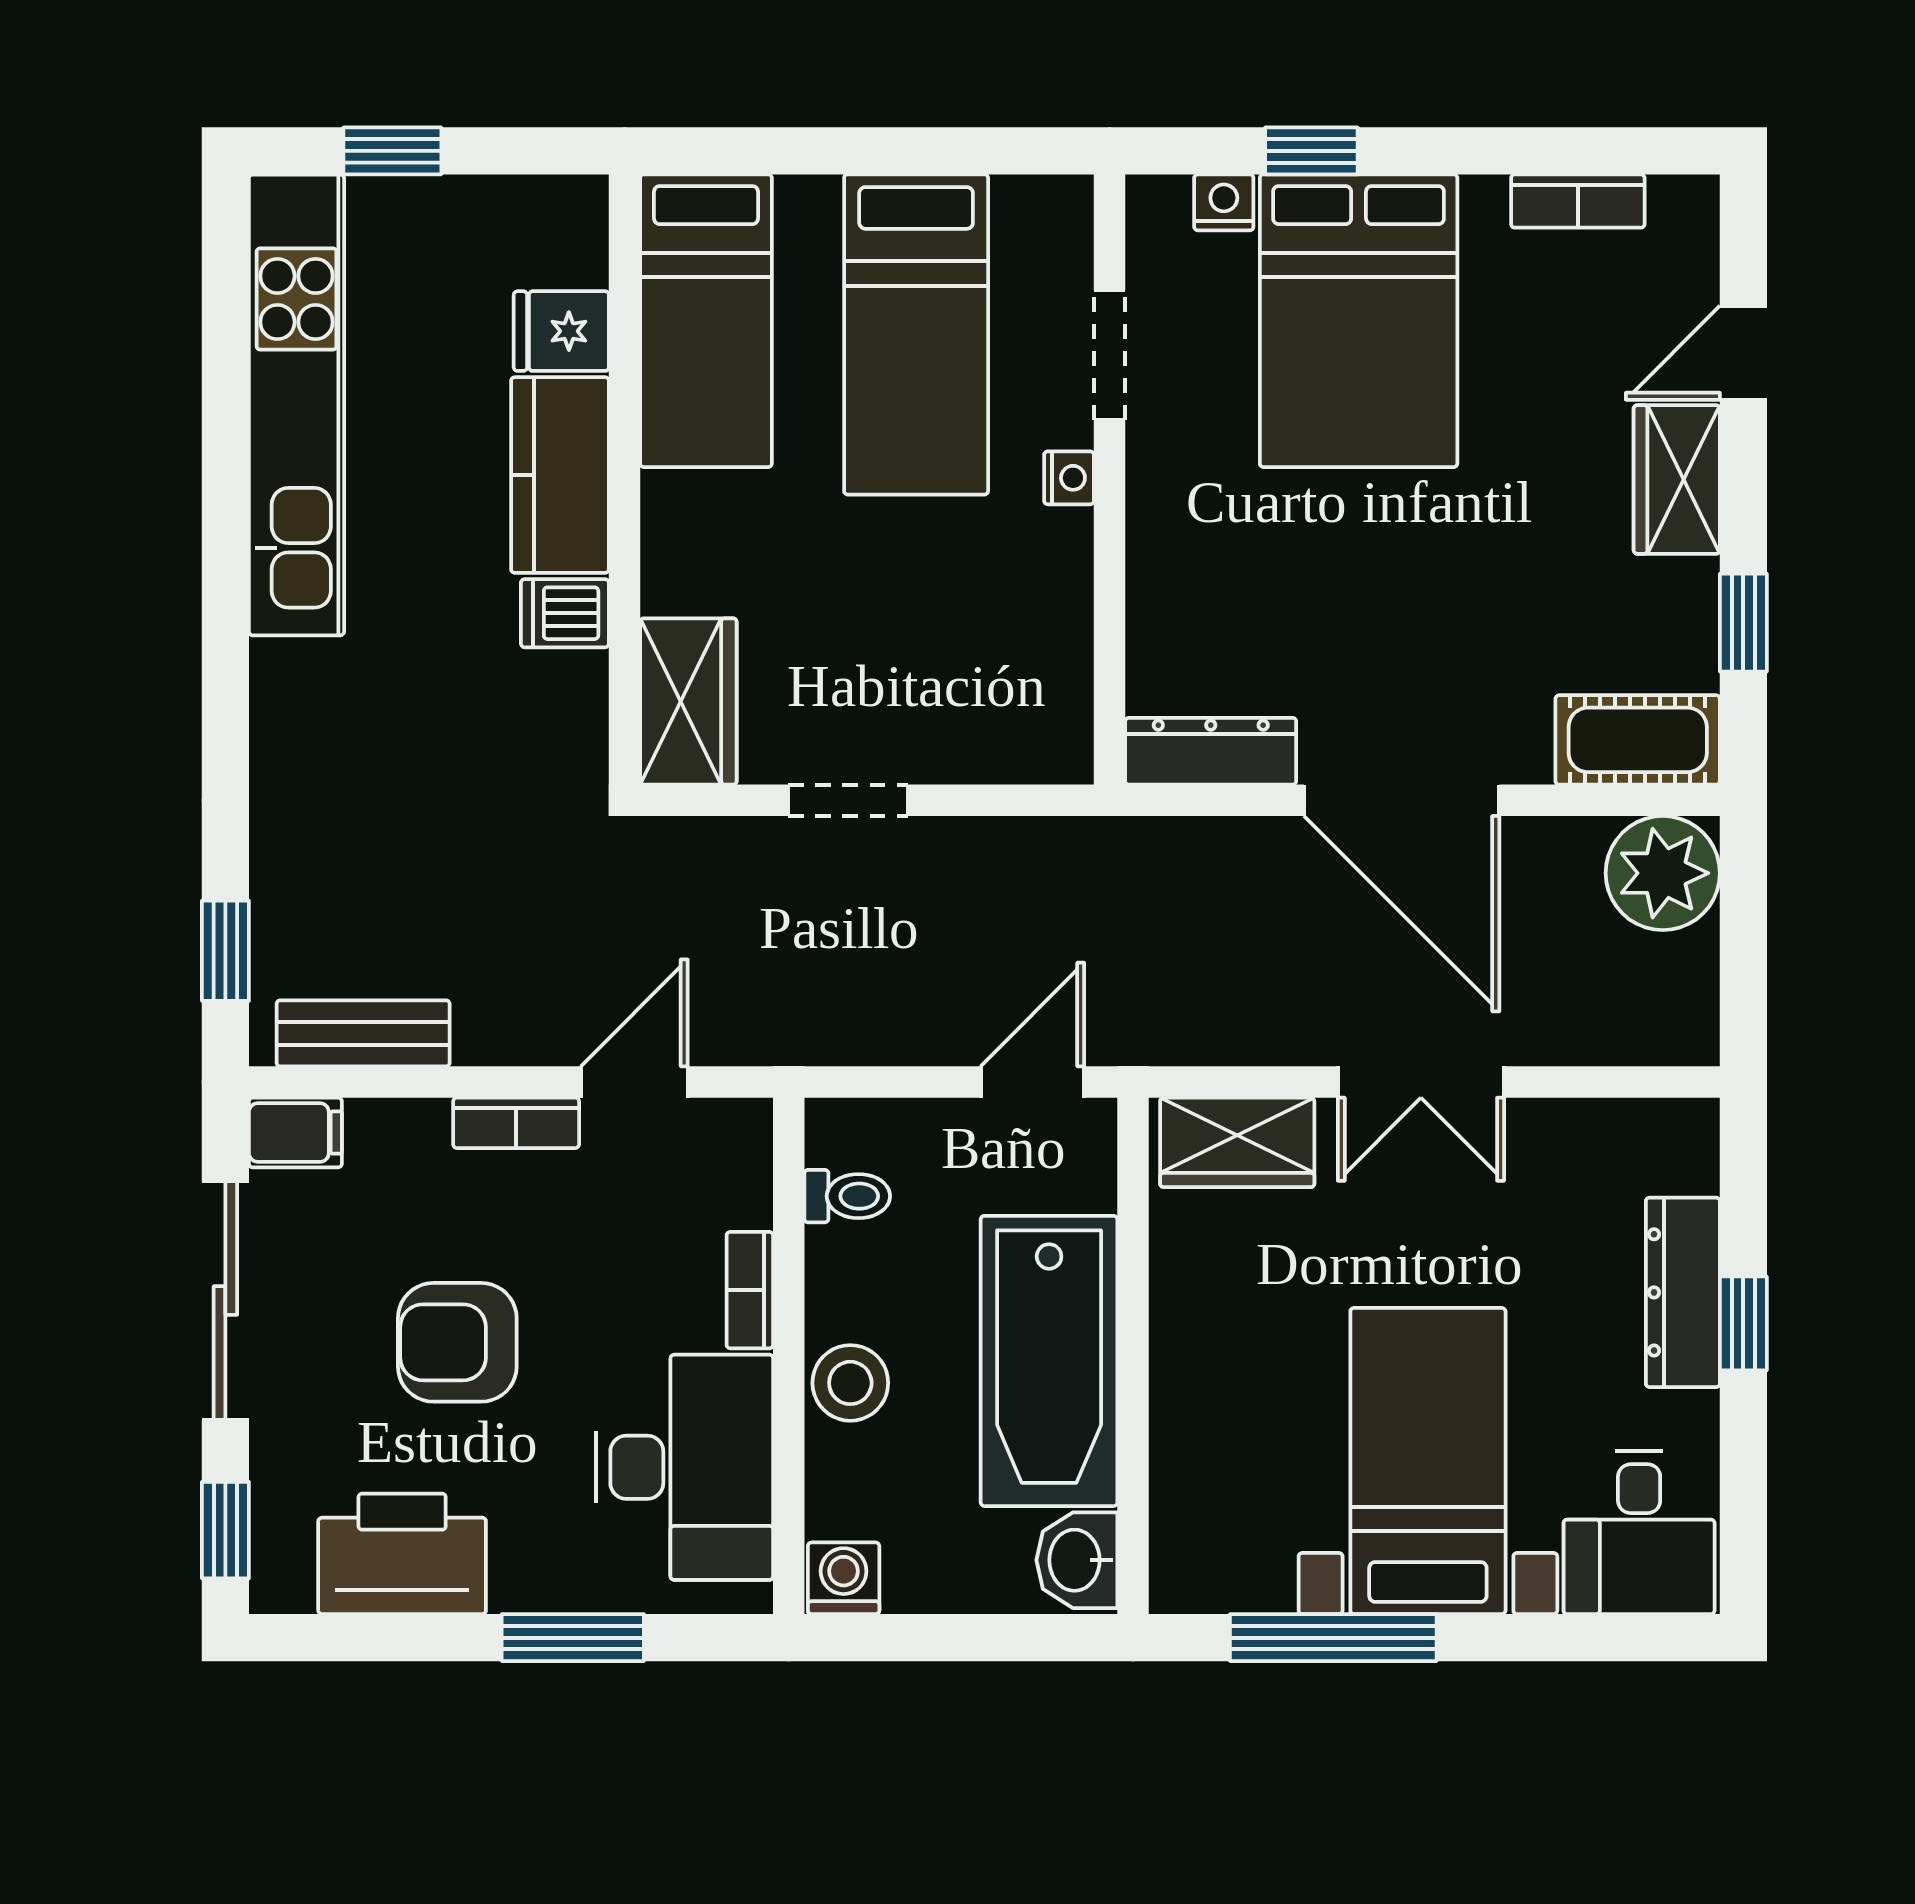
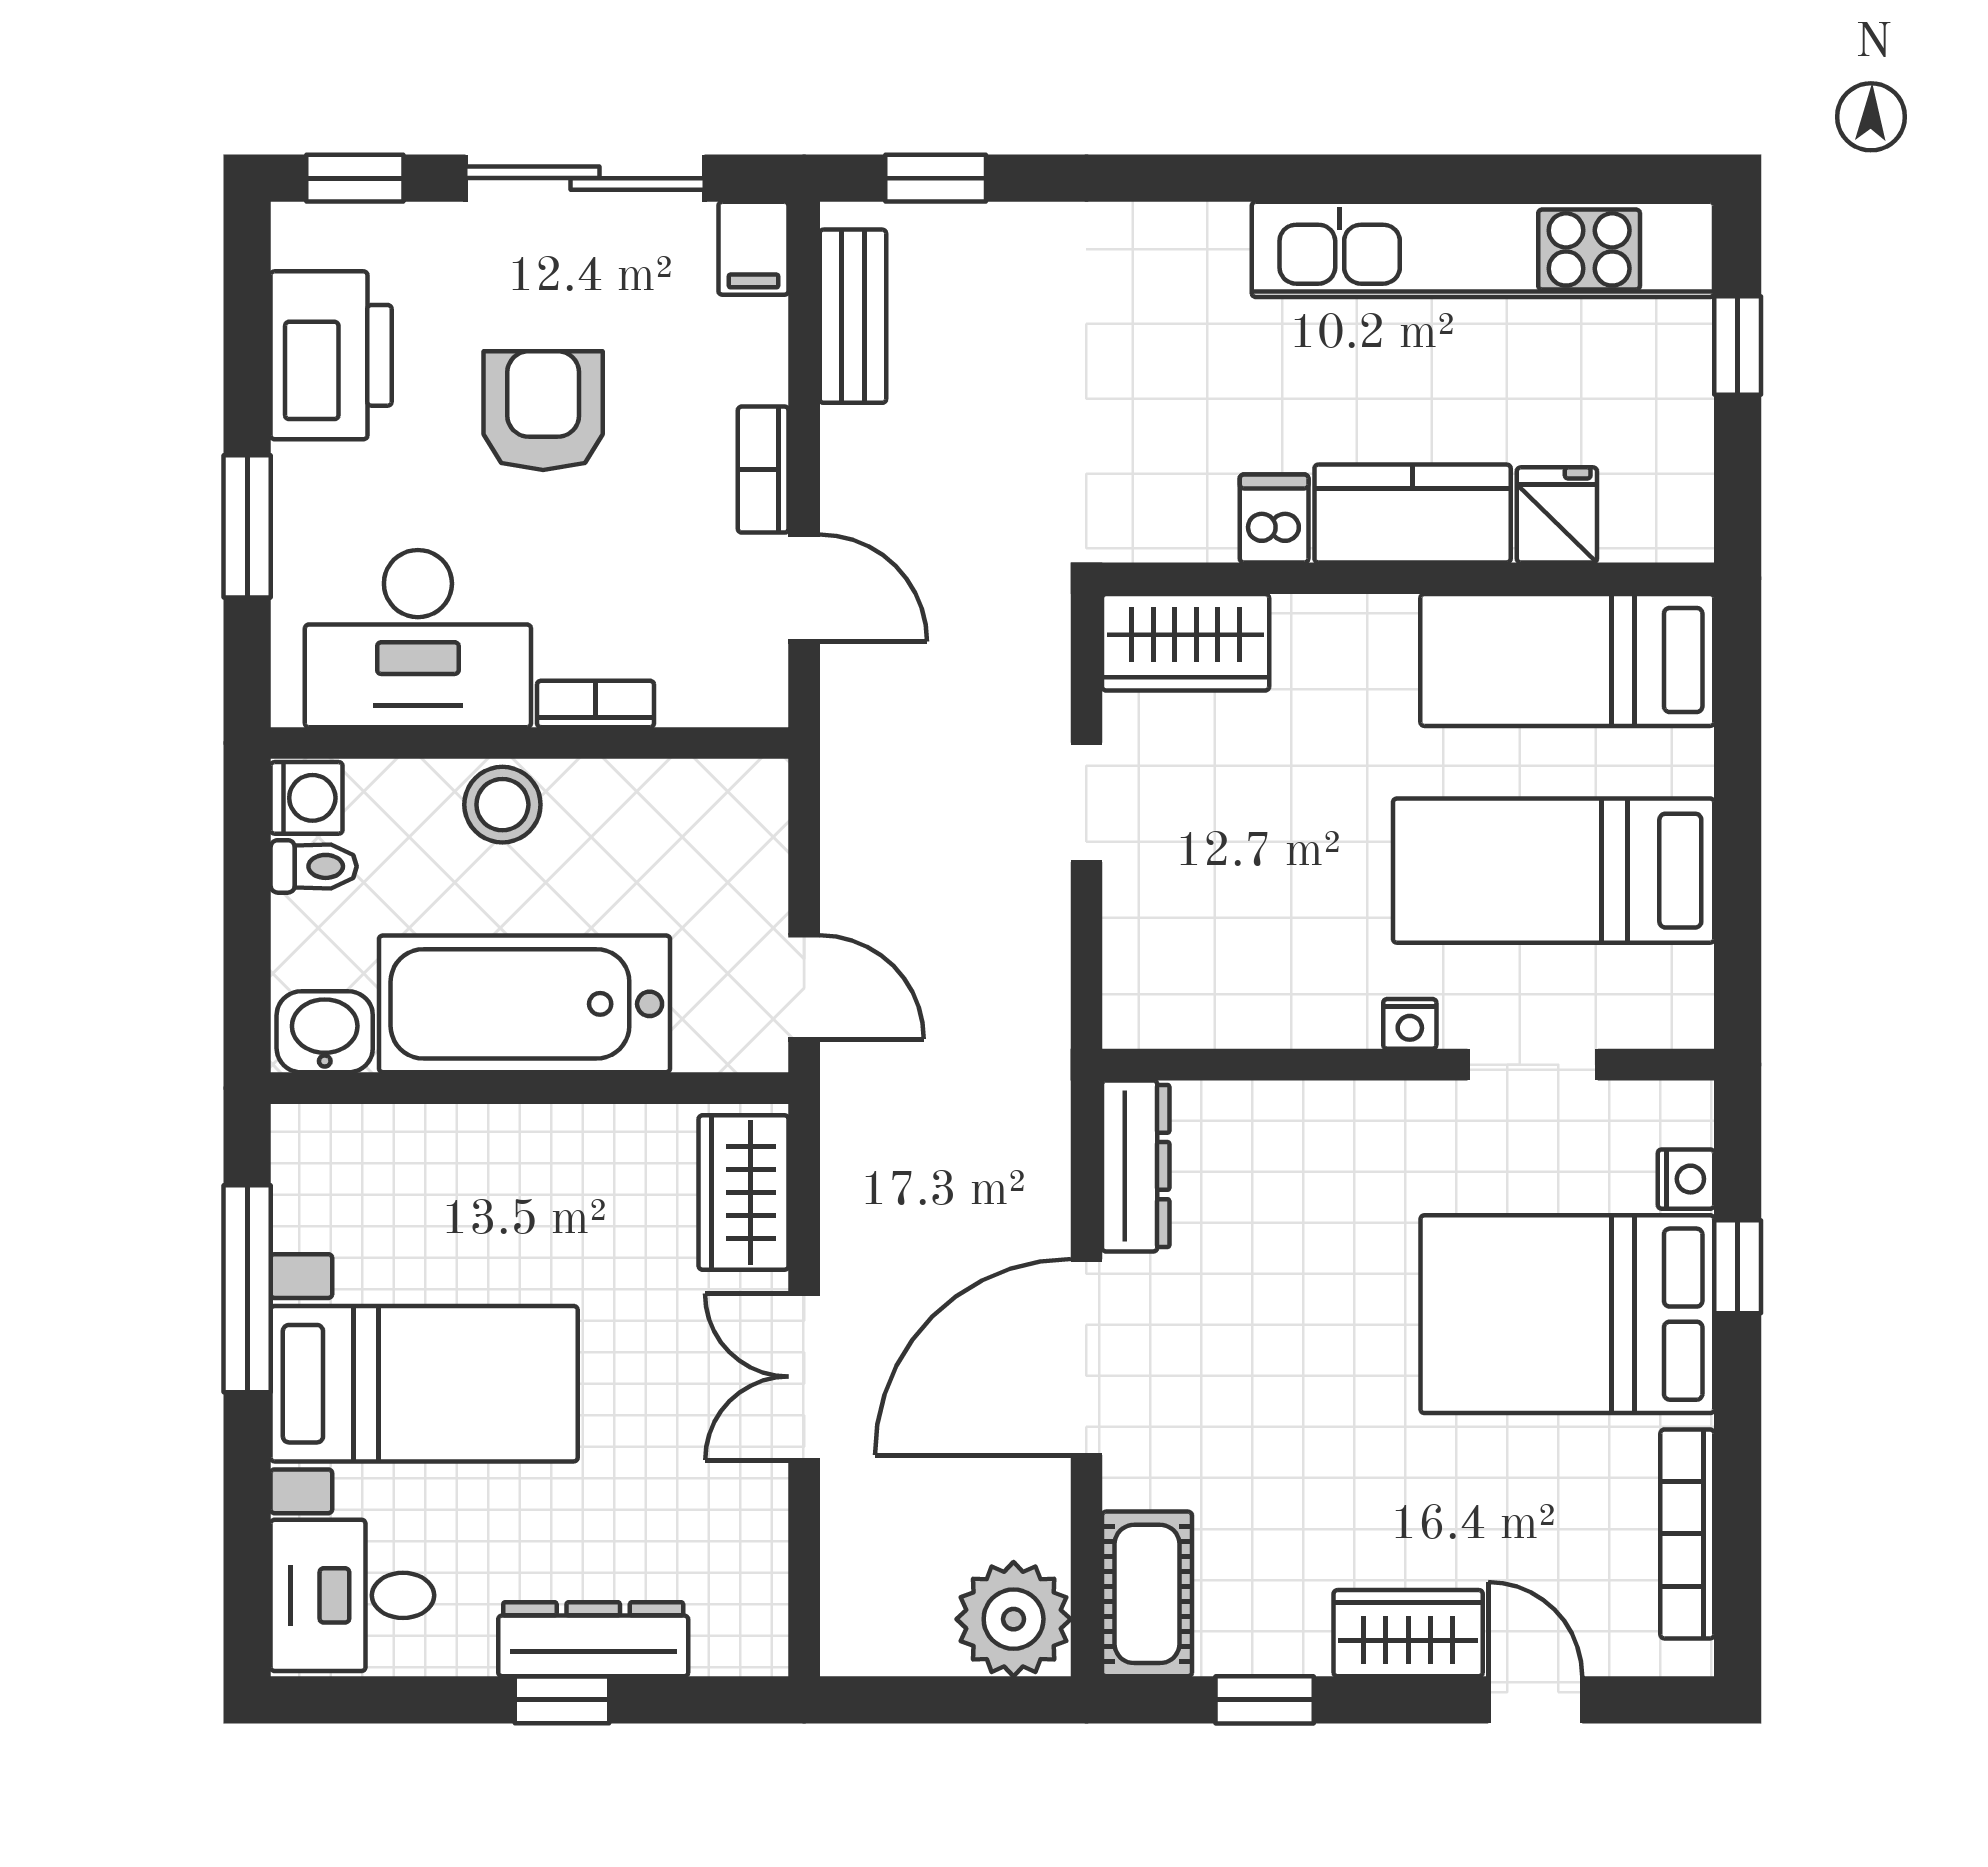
bookcase: (1578, 201) -> (1687, 1534), width x1.56
toilet: (847, 1196) -> (314, 866), moved, turned -90

